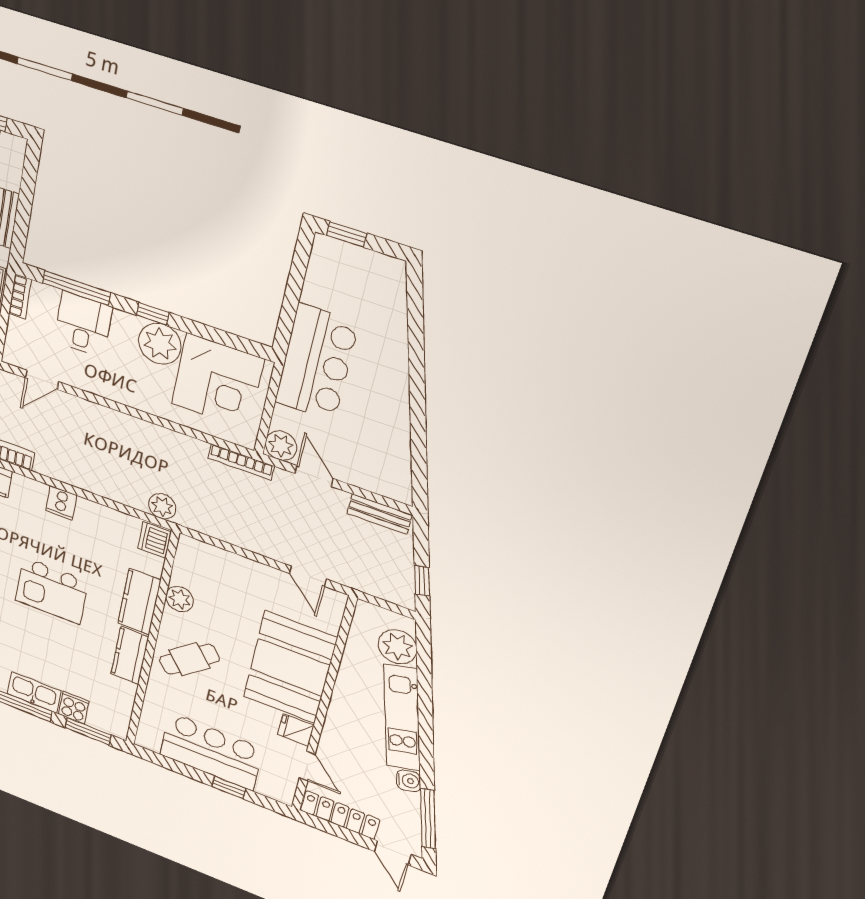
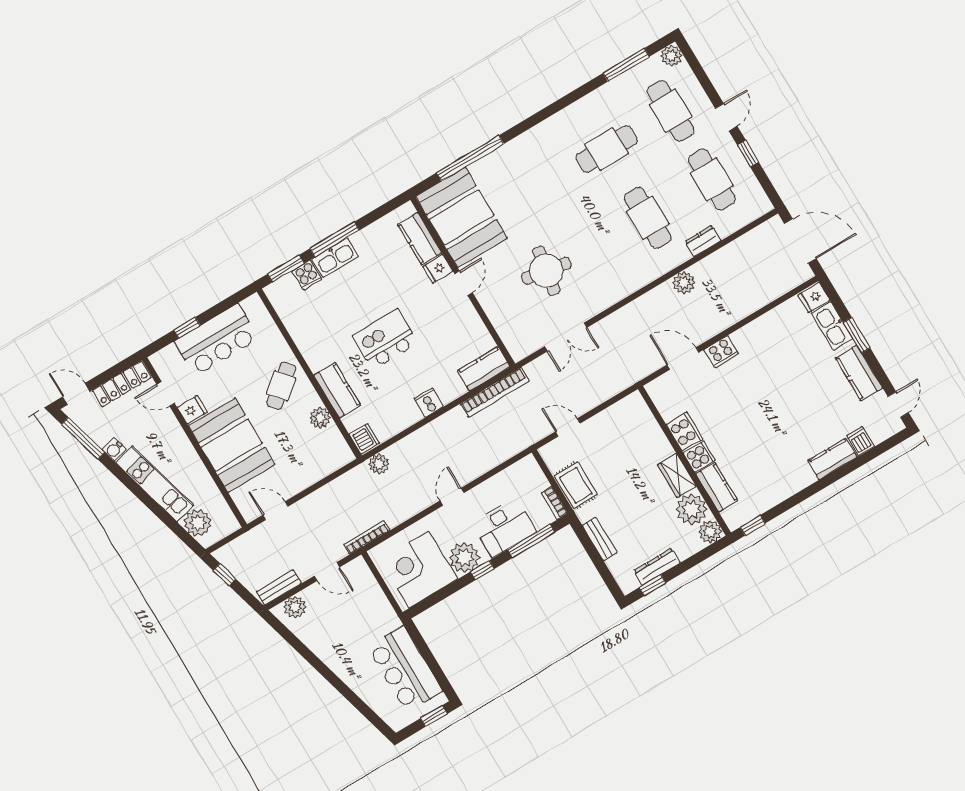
desk: (83, 324) -> (504, 528), width x1.37
bar counter: (317, 363) -> (405, 669), moved
door: (42, 380) -> (452, 497), moved
plant: (281, 446) -> (295, 607), moved
kitchen counter: (130, 655) -> (311, 349), removed

